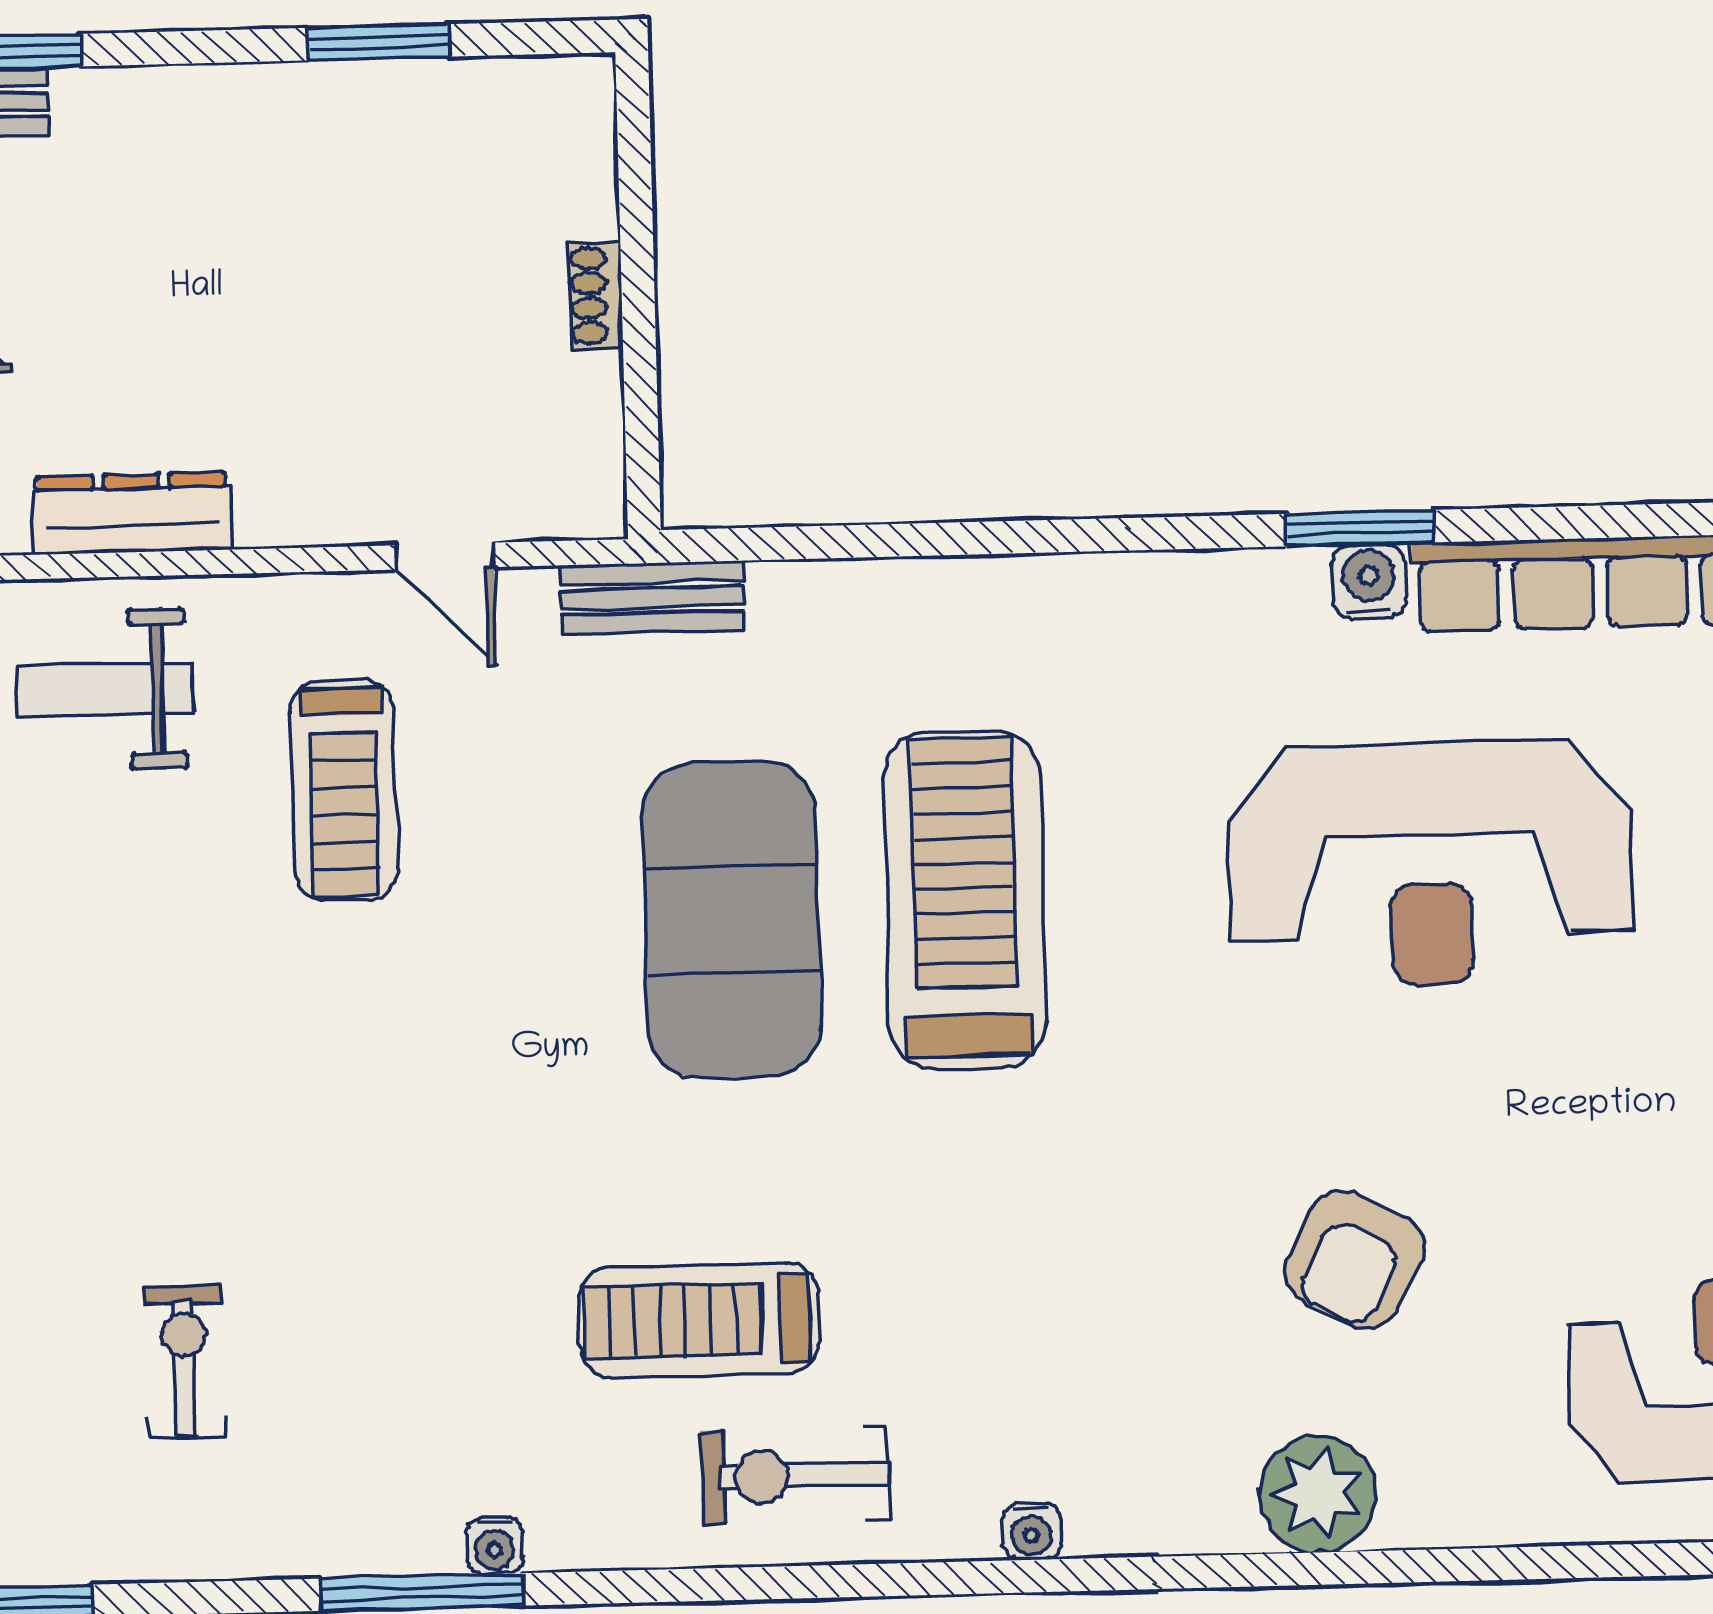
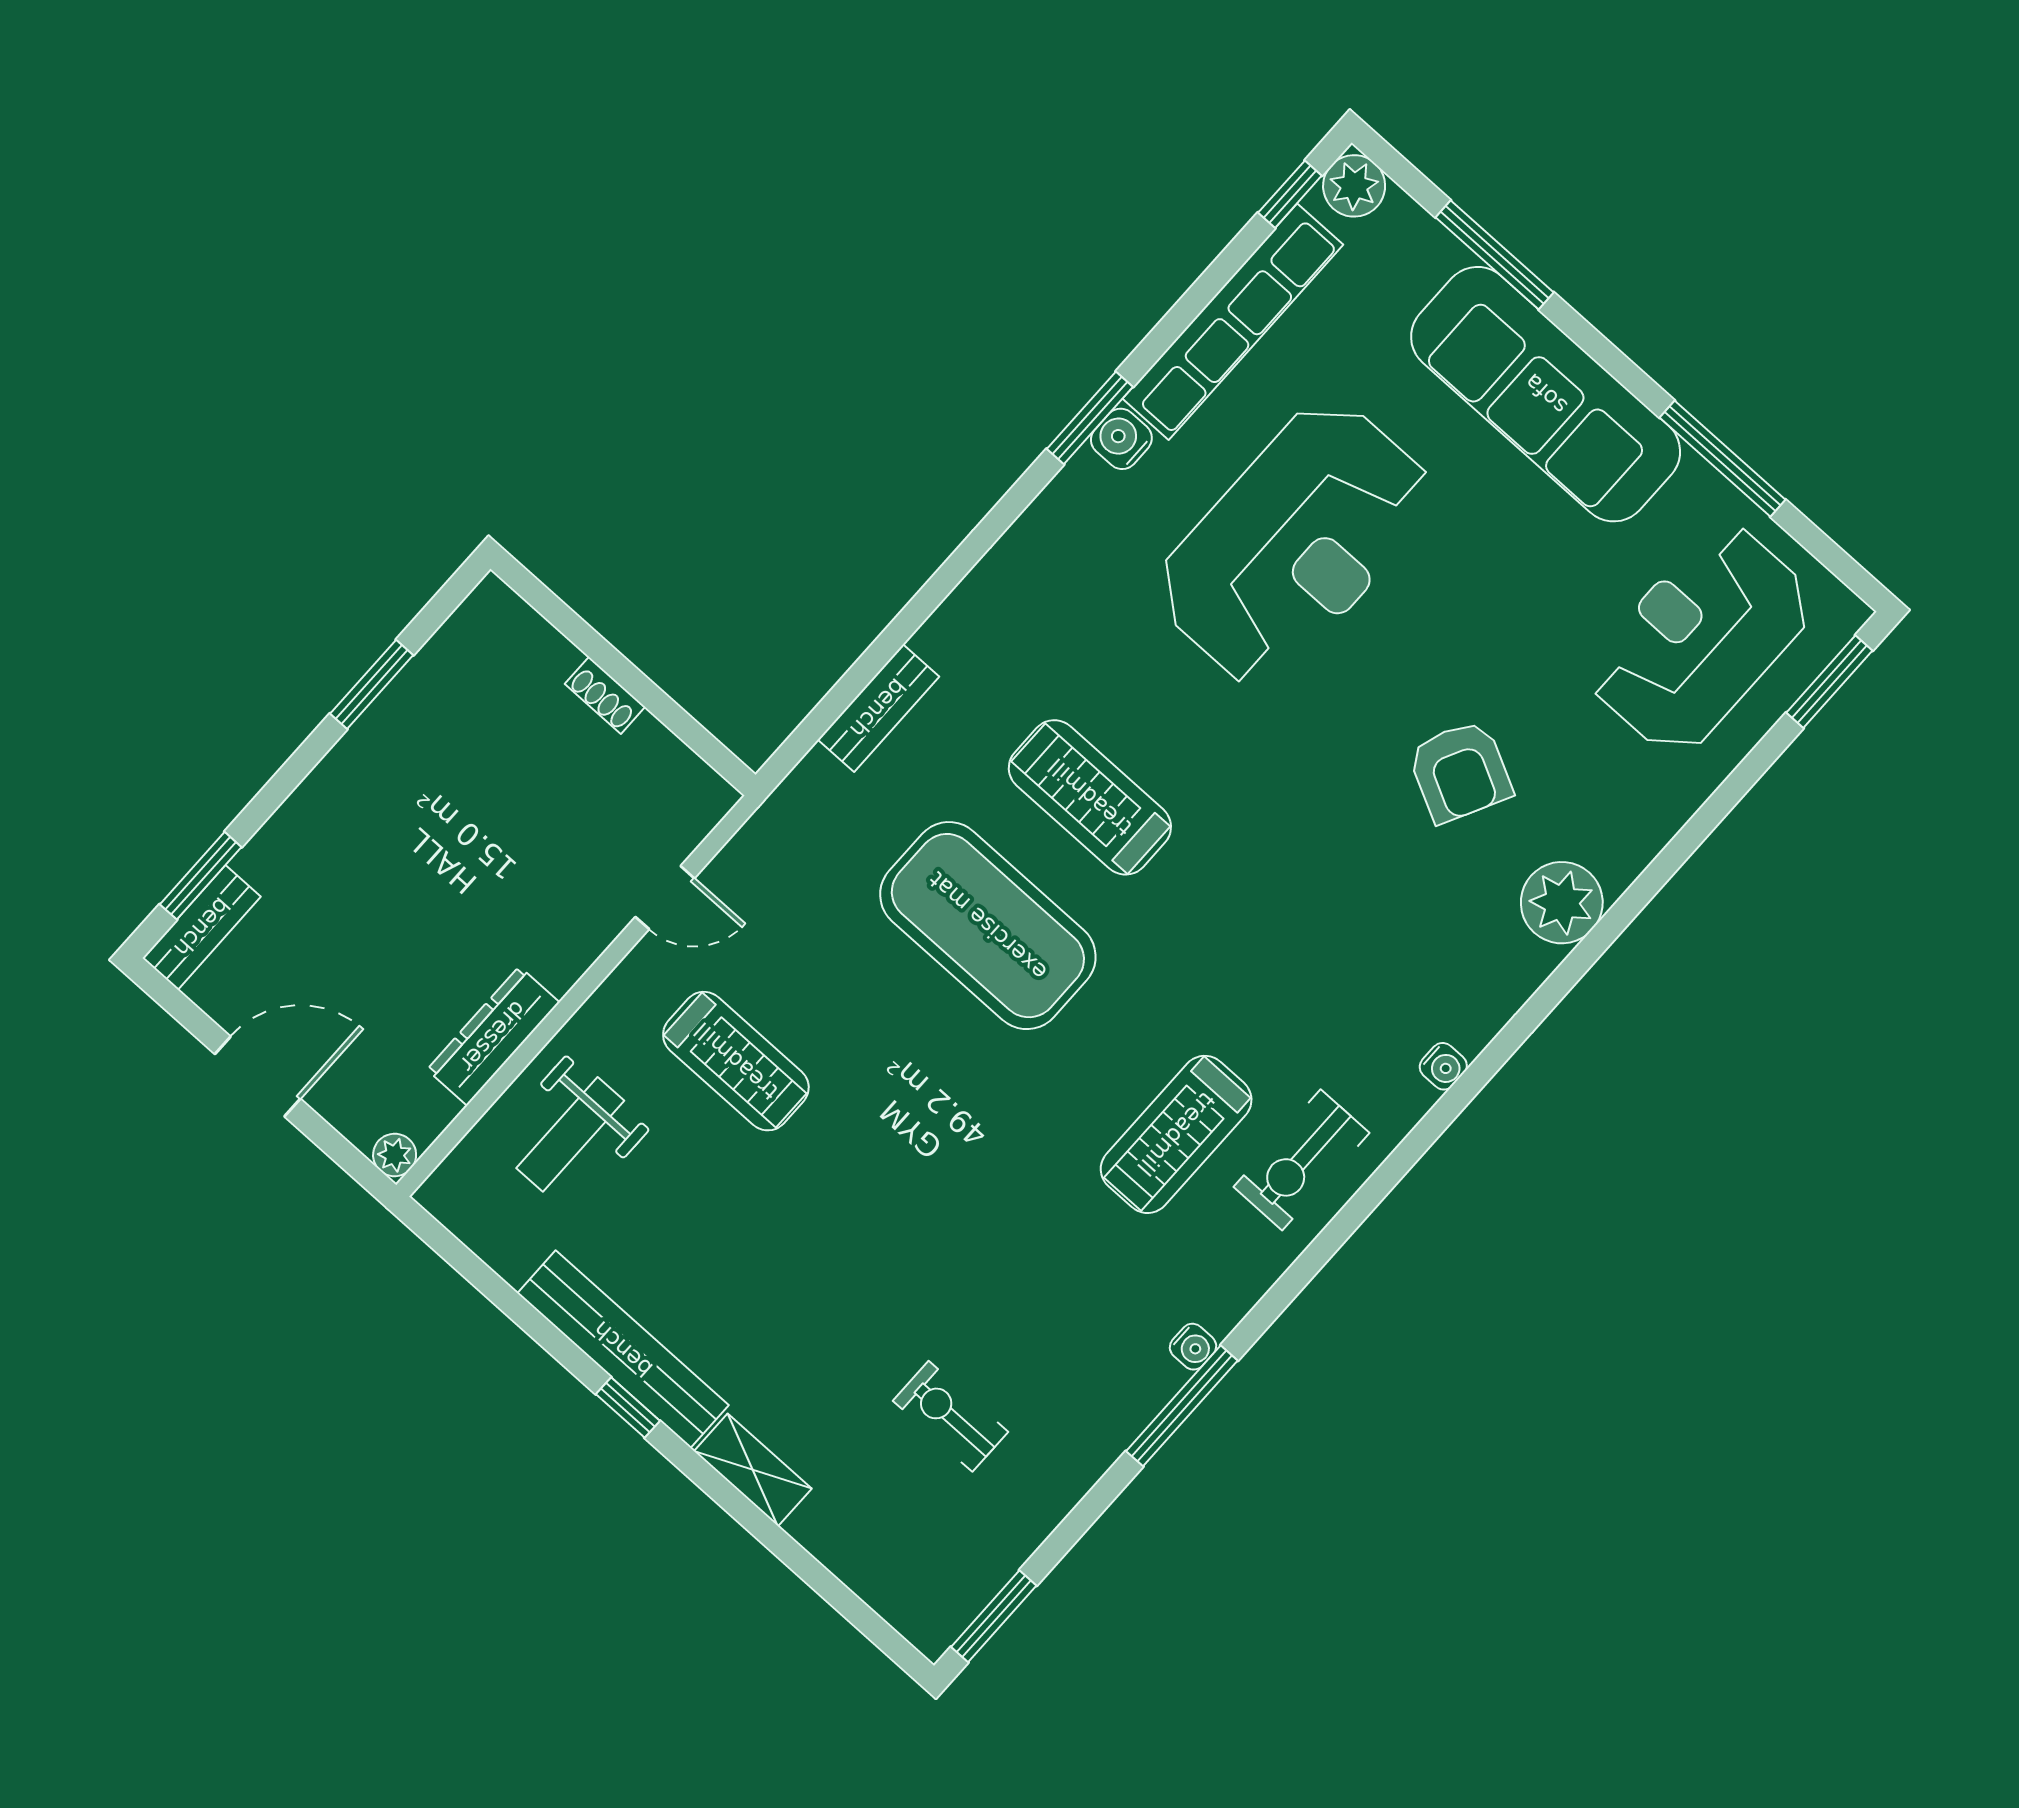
bench: (652, 598) -> (878, 708), moved
treadmill: (965, 900) -> (1090, 797), width x0.73, depth x0.73

